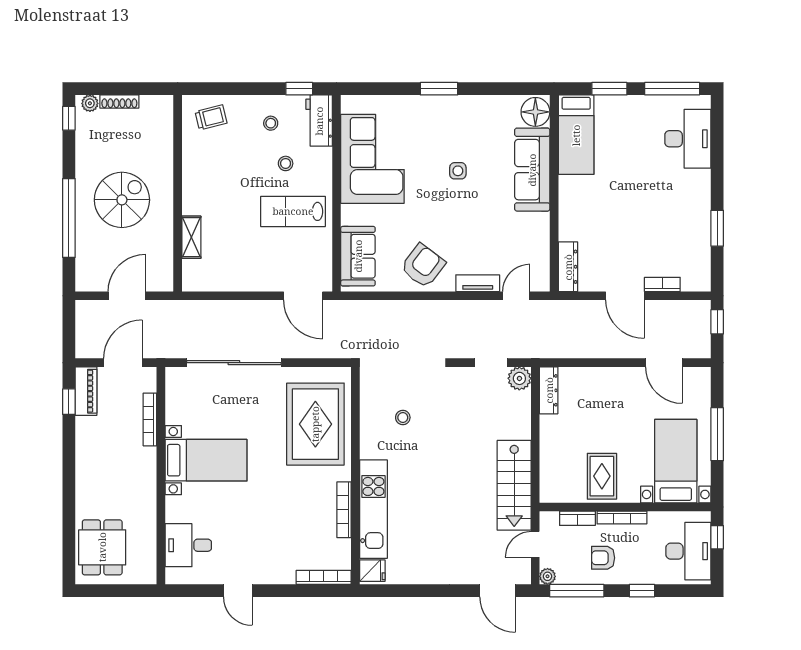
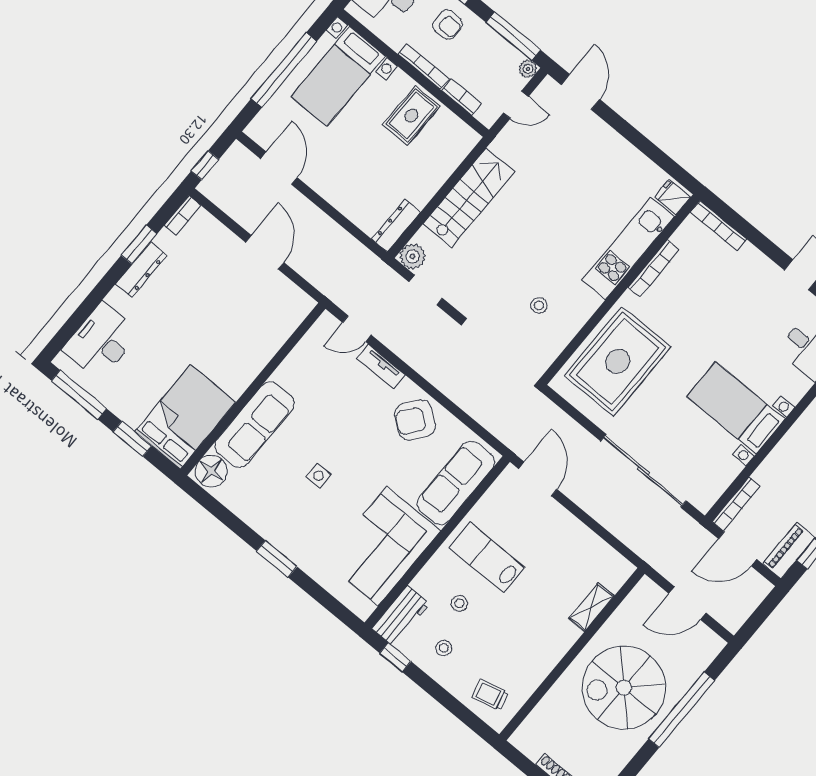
bed: (576, 135) -> (185, 417), width x1.50
spiral stairs: (122, 200) -> (624, 688), width x1.37, depth x1.37
lab bench: (293, 211) -> (487, 557), turned 180
sofa: (358, 256) -> (456, 483), width x1.36
dresser: (568, 267) -> (141, 270), moved, turned 180
bookcase: (662, 284) -> (182, 215), moved, turned -90
bookcase: (150, 419) -> (736, 504), moved
window: (717, 434) -> (284, 70), width x1.46
stairs: (514, 485) -> (469, 198), moved
armchair: (603, 558) -> (447, 25), moved

